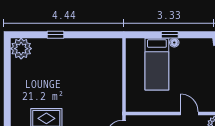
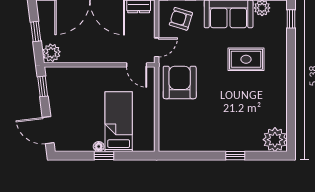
armchair: (104, 98) -> (180, 82), added
door: (189, 113) -> (137, 65), moved

